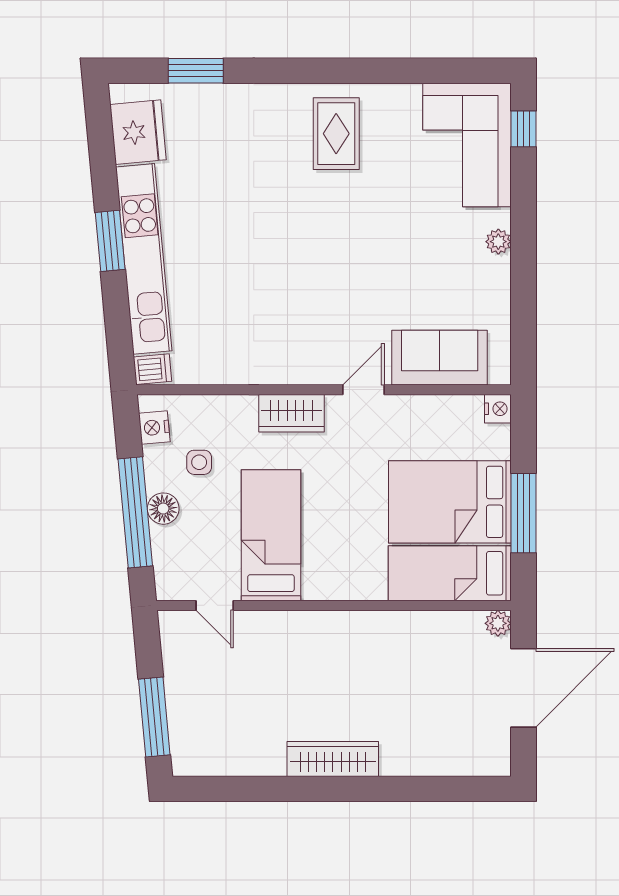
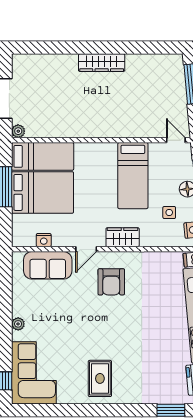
armchair: (314, 325) -> (111, 282), added
nightstand: (498, 409) -> (44, 240), moved, turned -90
door: (215, 605) -> (176, 140), moved

